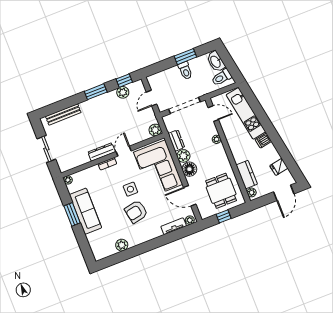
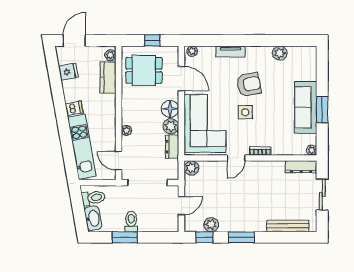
dresser: (102, 152) -> (301, 167), moved
dining table: (221, 191) -> (144, 70), turned 90
tv unit: (174, 226) -> (231, 51), moved

